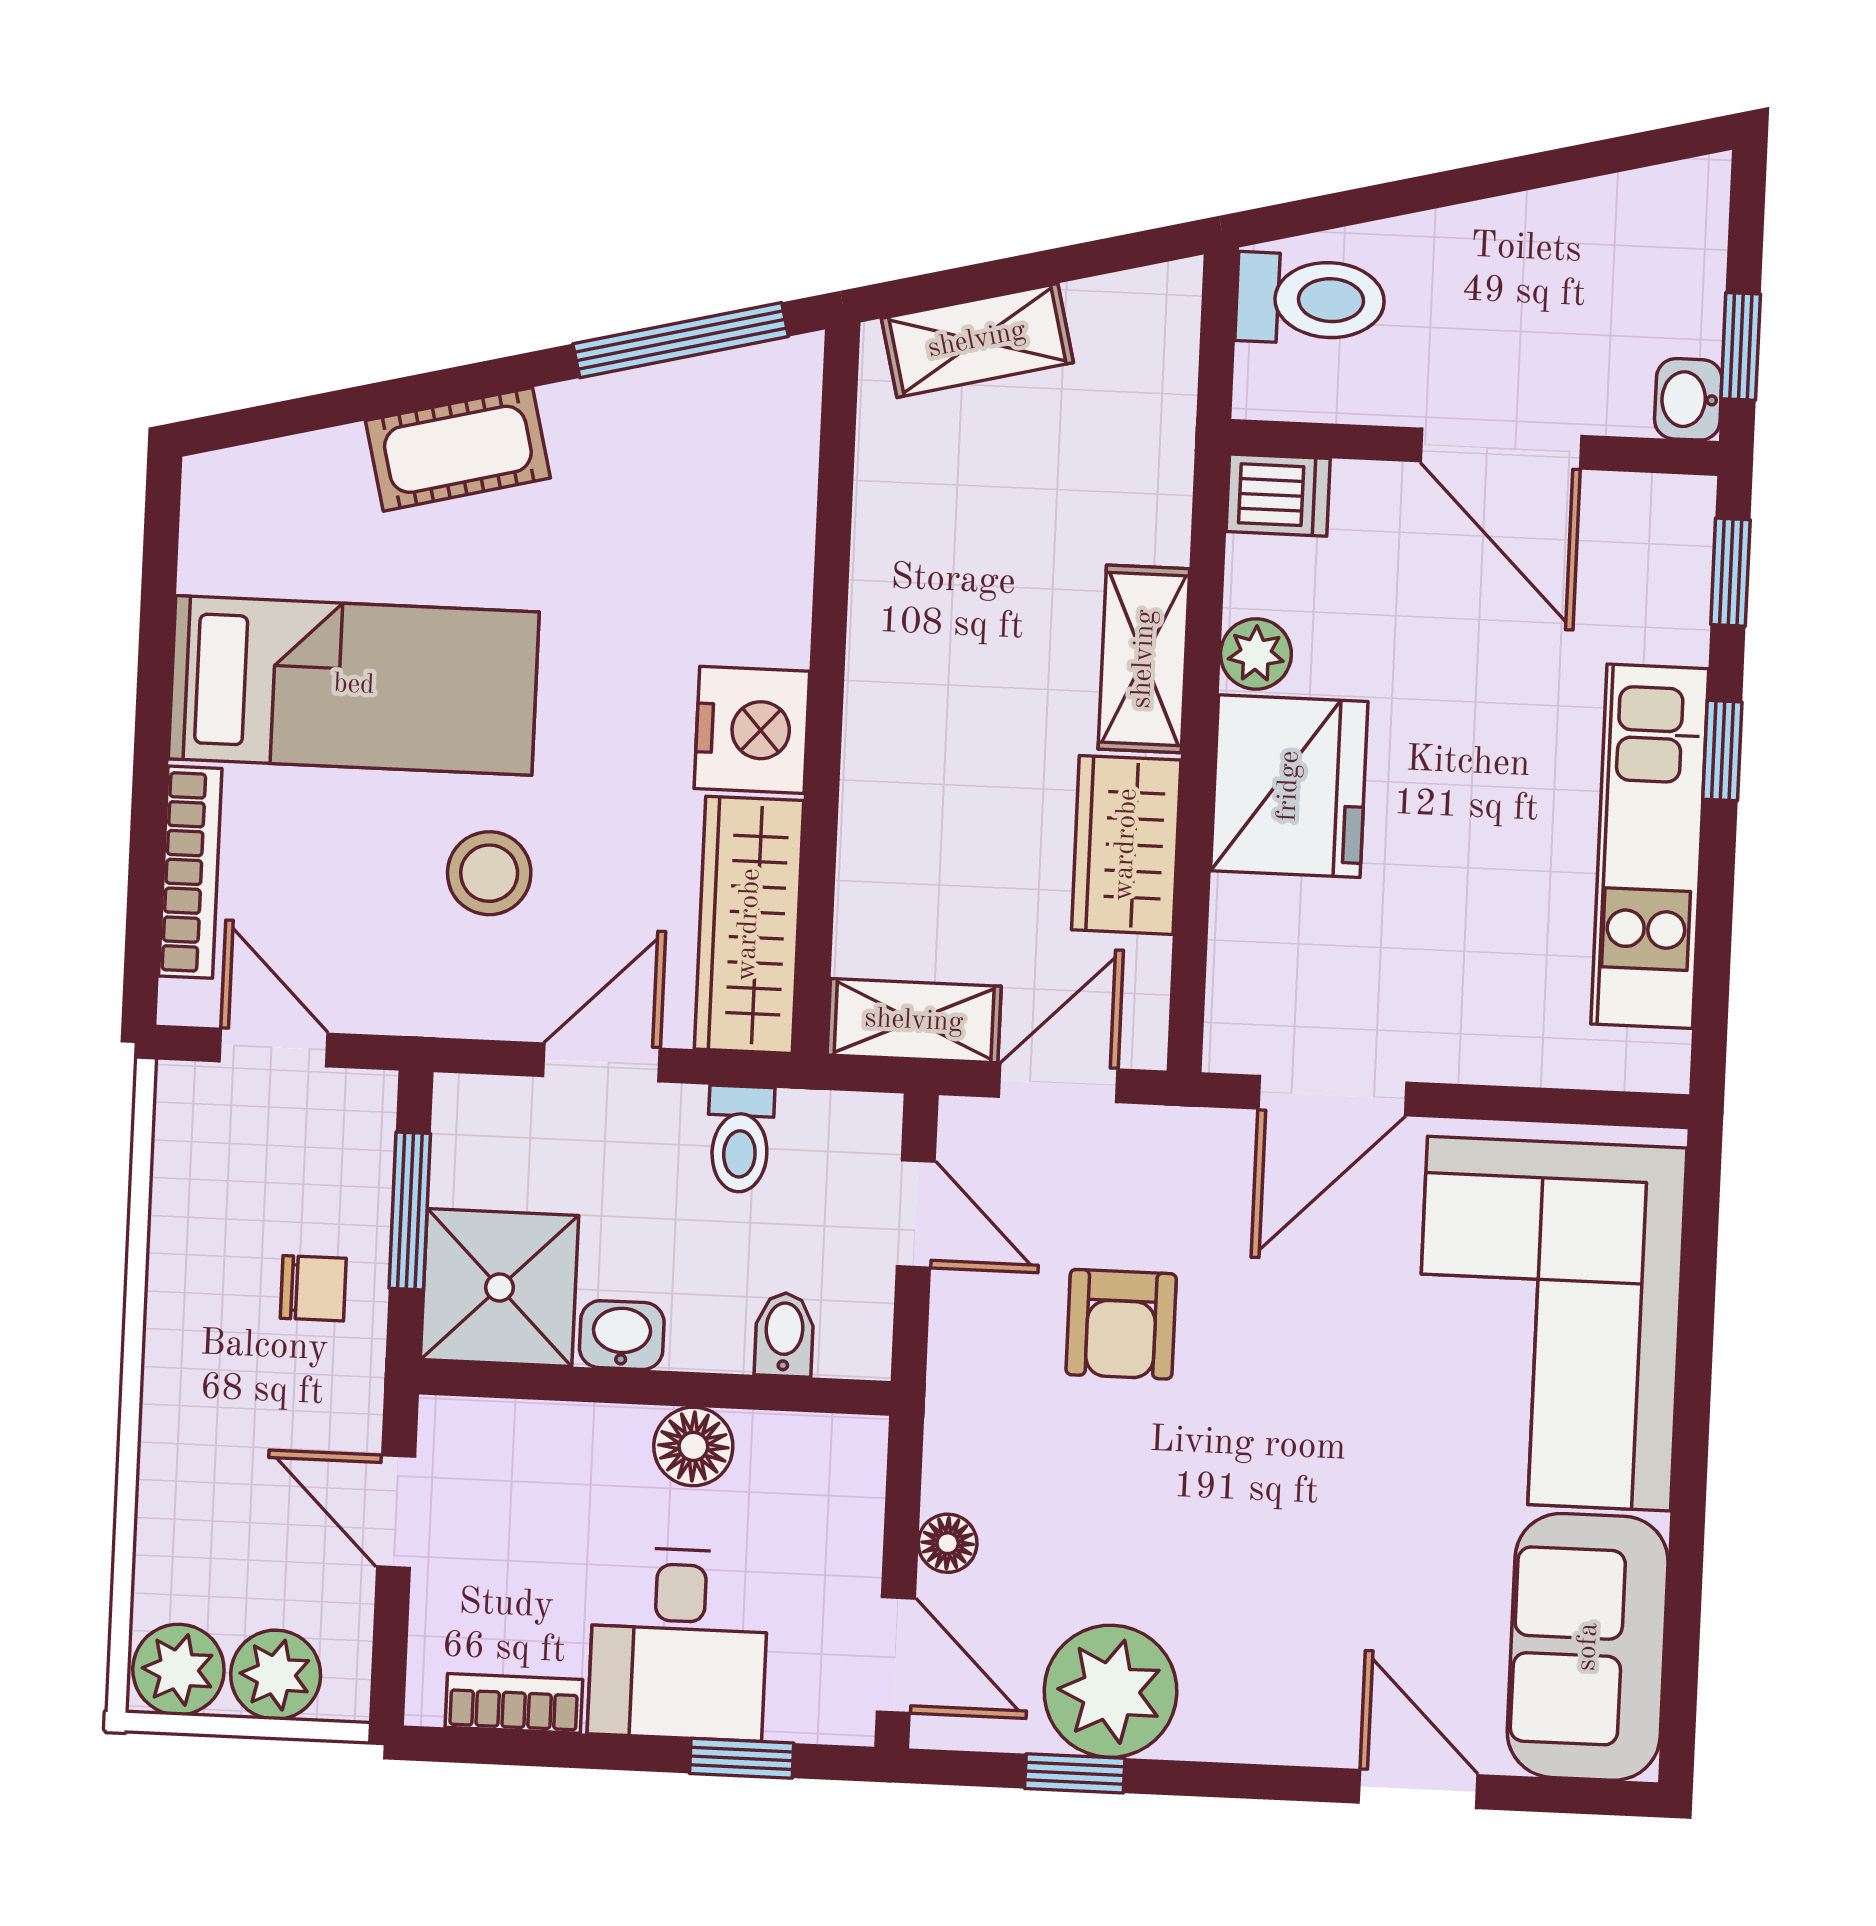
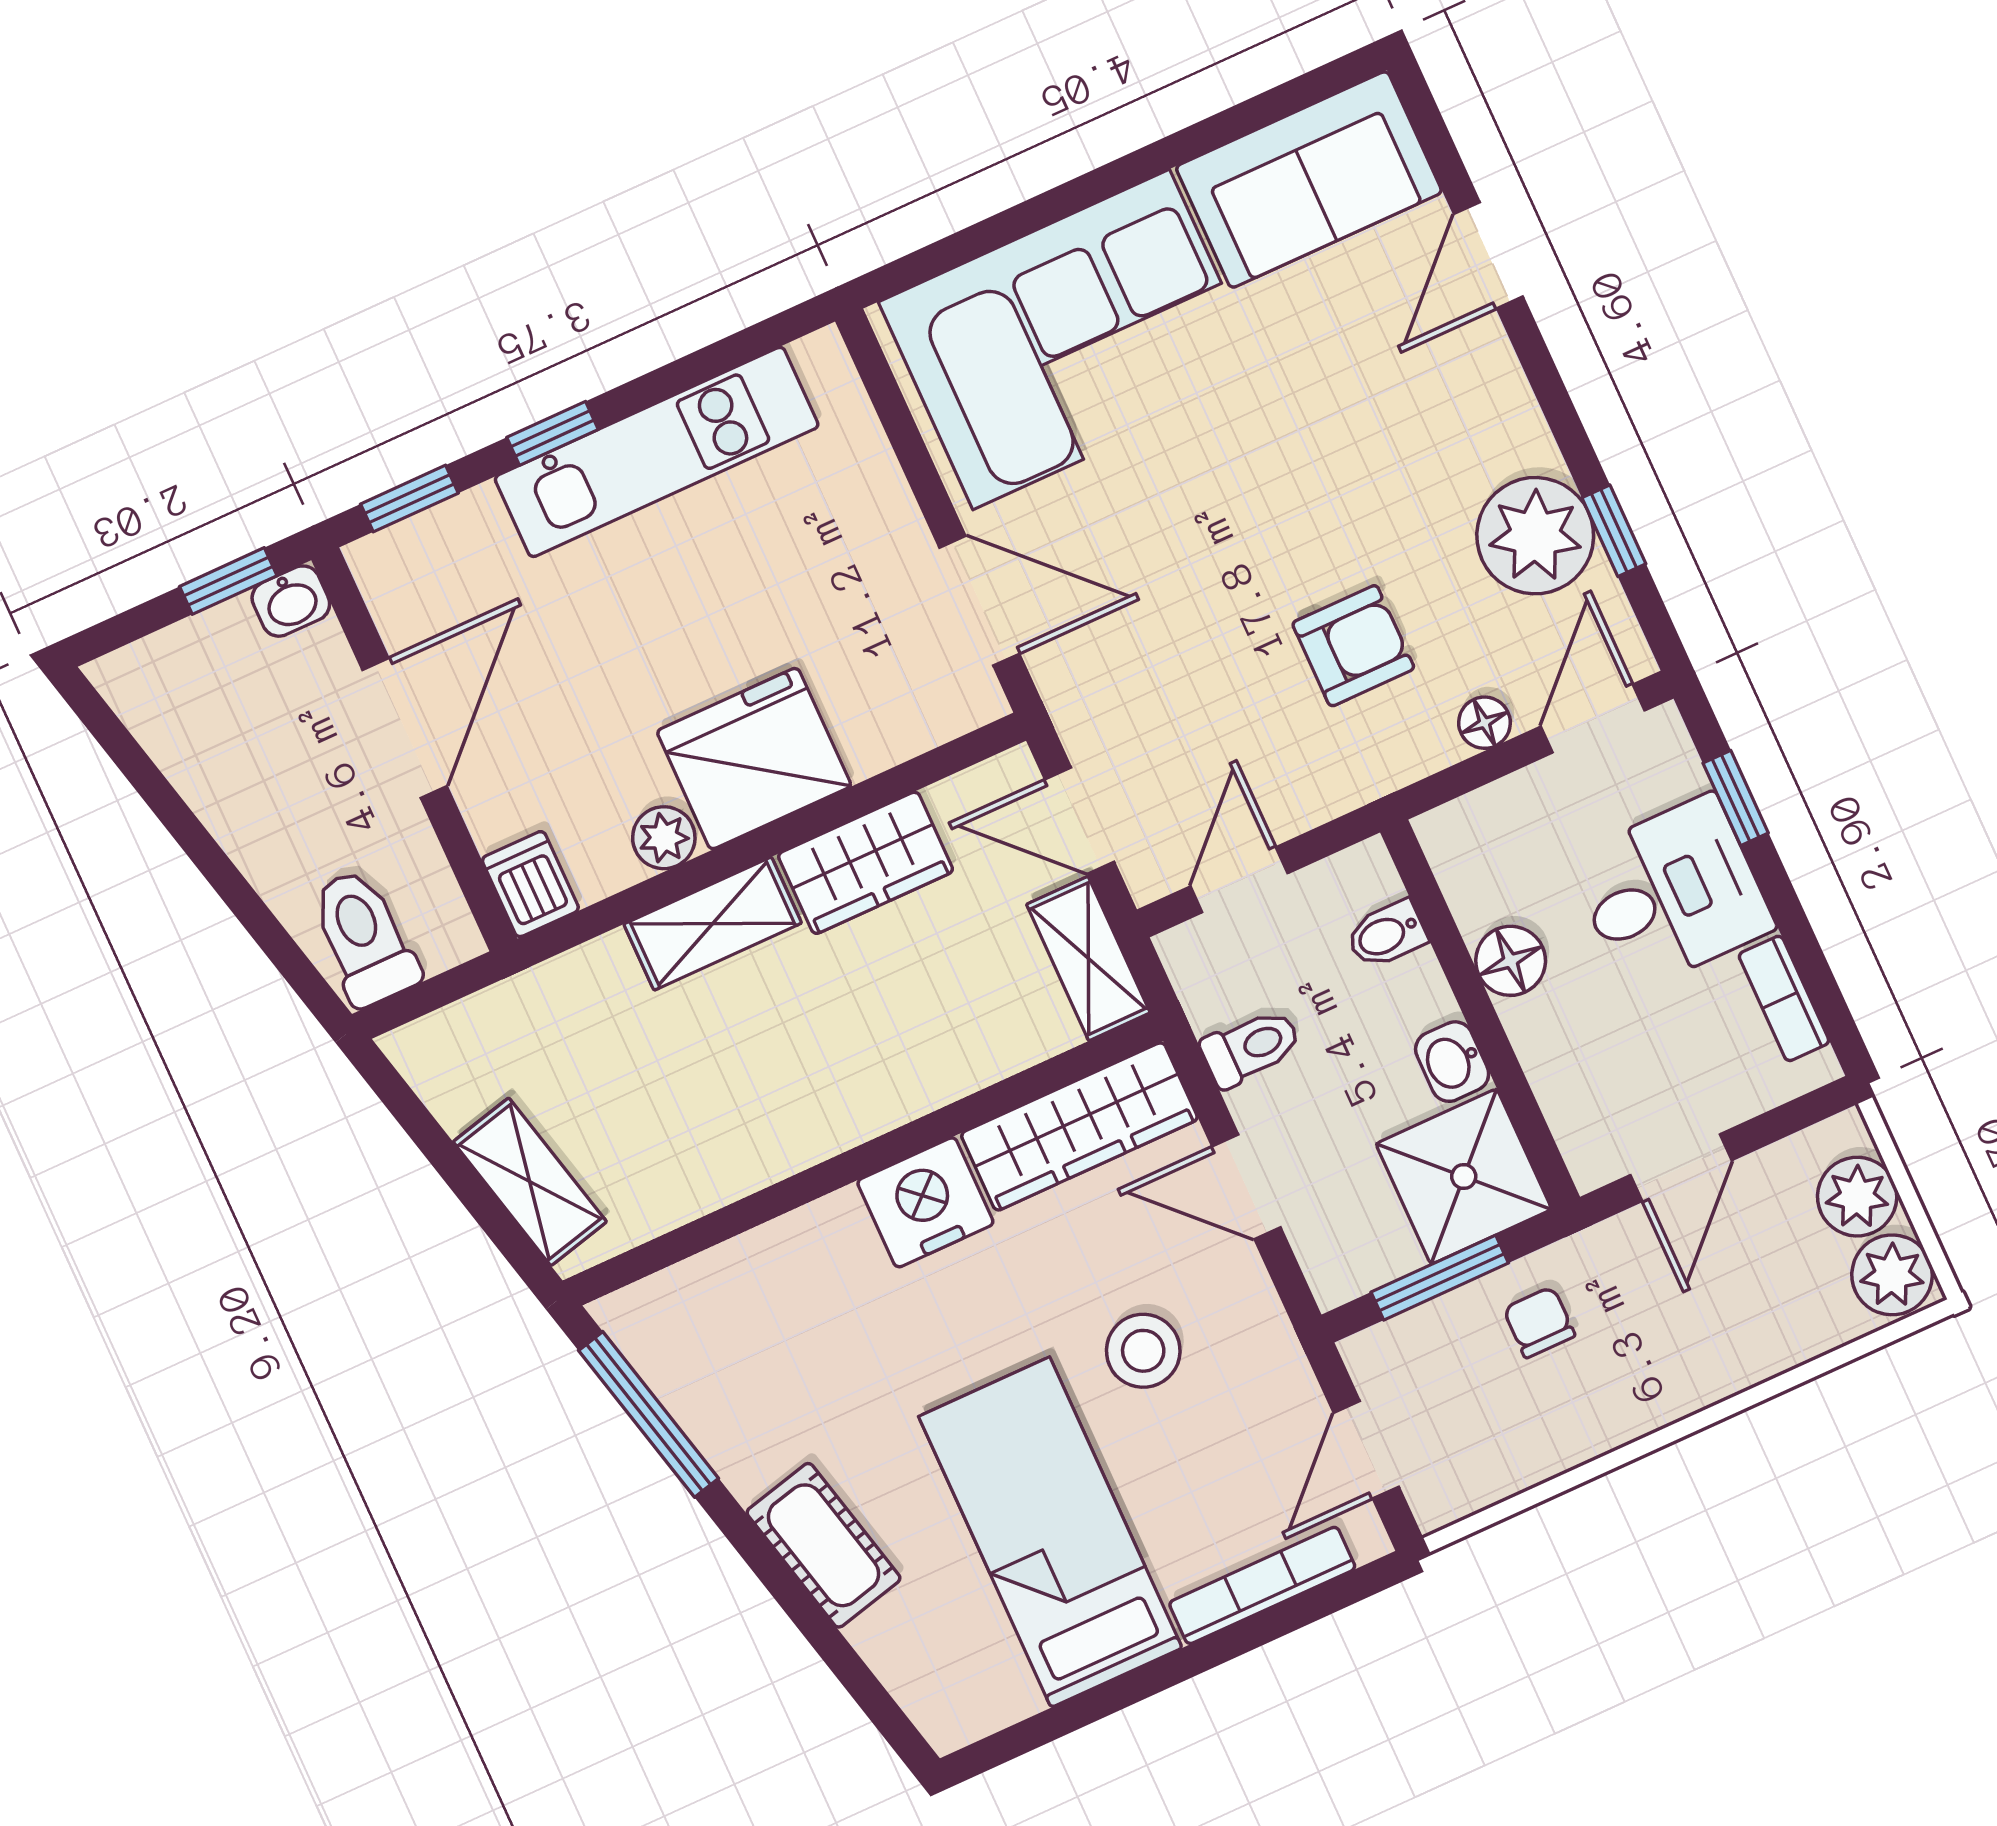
armchair: (1121, 1324) -> (1353, 646), moved

